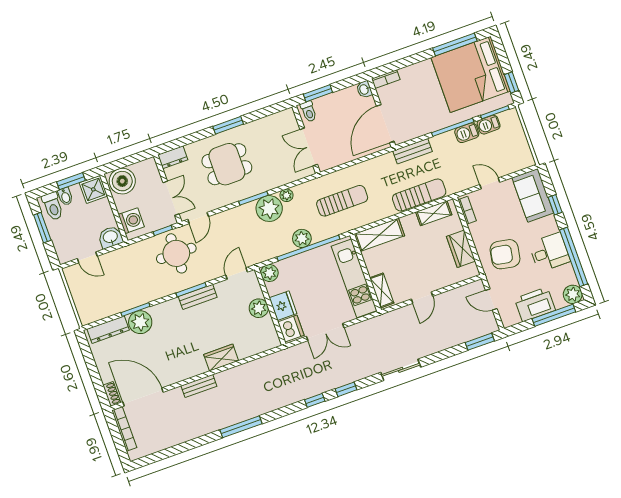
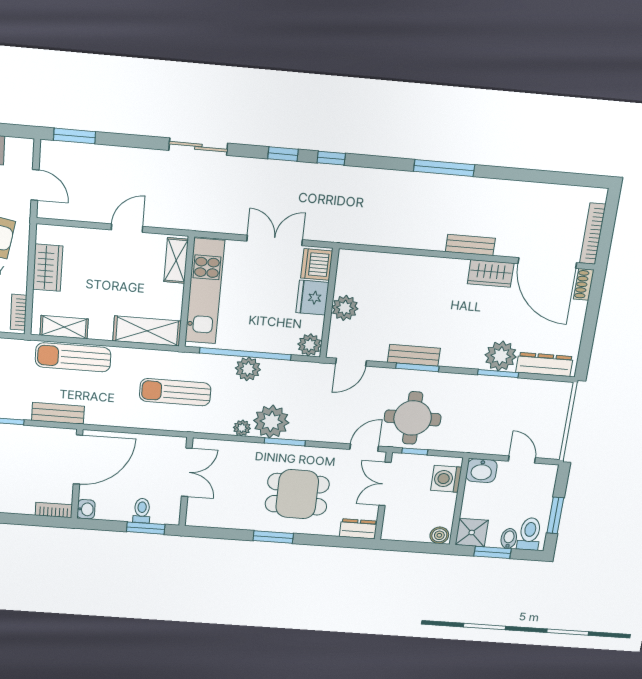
toilet: (309, 111) -> (142, 511), moved
boiler: (122, 181) -> (439, 535), width x0.54, depth x0.54
wardrobe: (221, 358) -> (491, 273), moved

